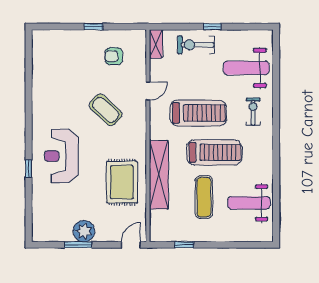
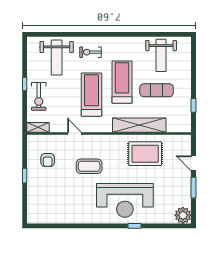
coffee table: (106, 110) -> (89, 166), turned 47
reception desk: (62, 156) -> (125, 200), width x1.36, depth x1.30
plant: (84, 231) -> (183, 215), moved
door: (131, 245) -> (193, 163), moved

